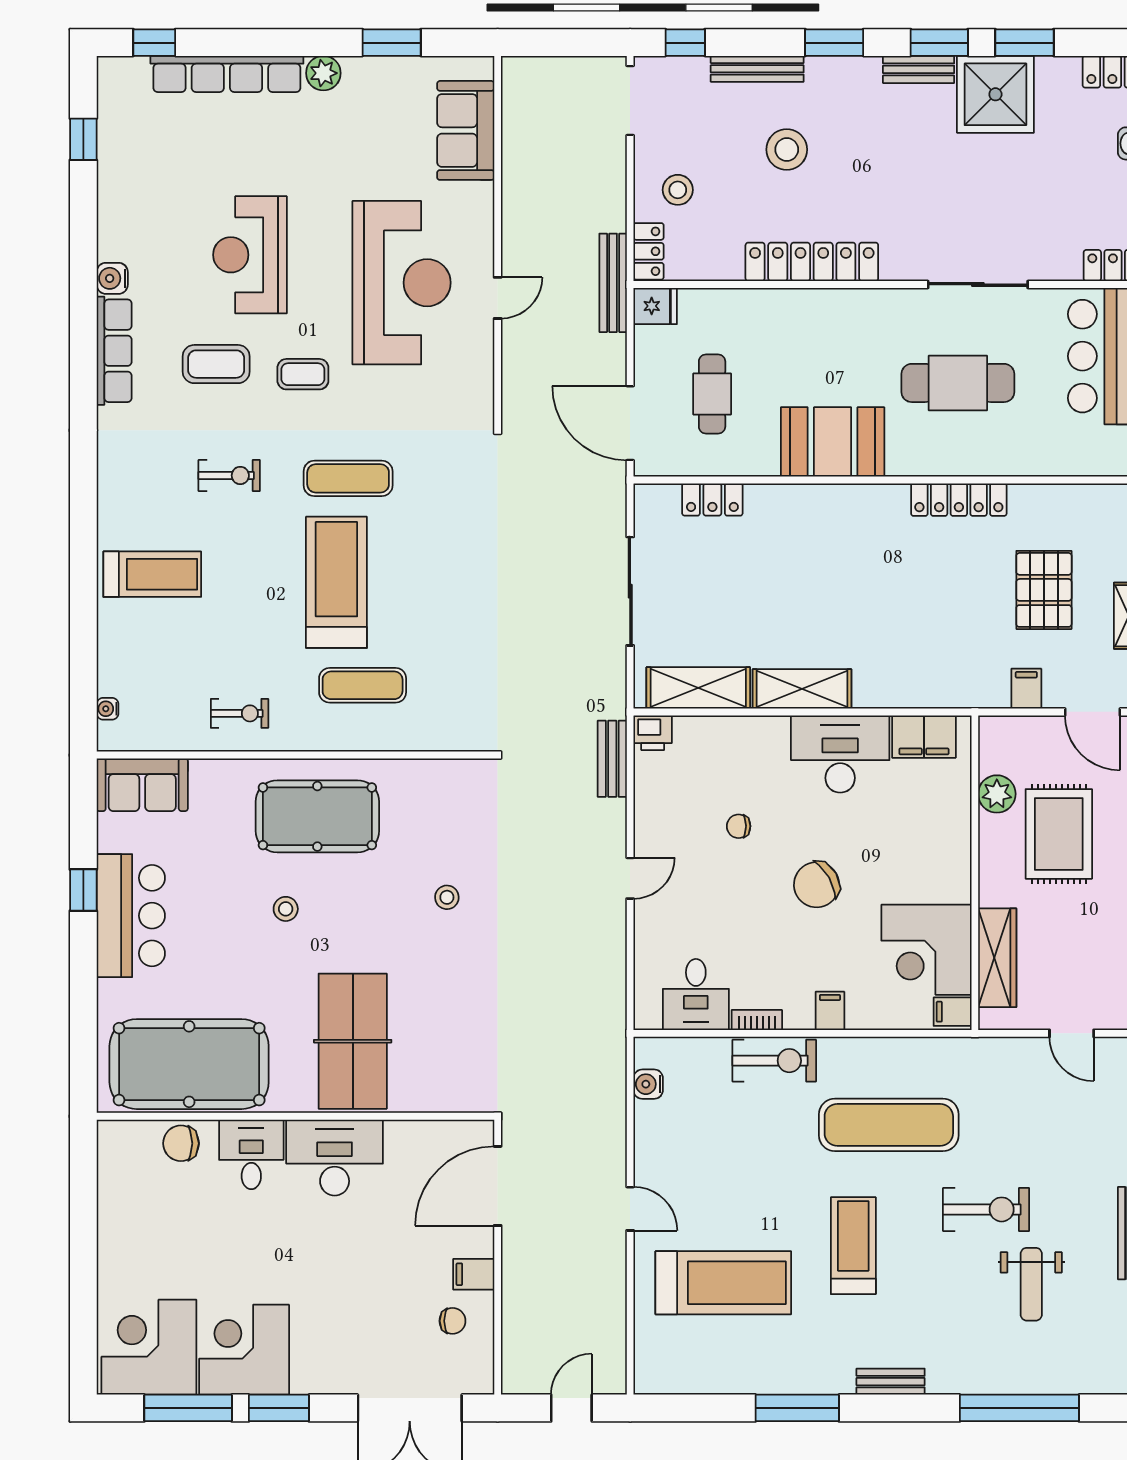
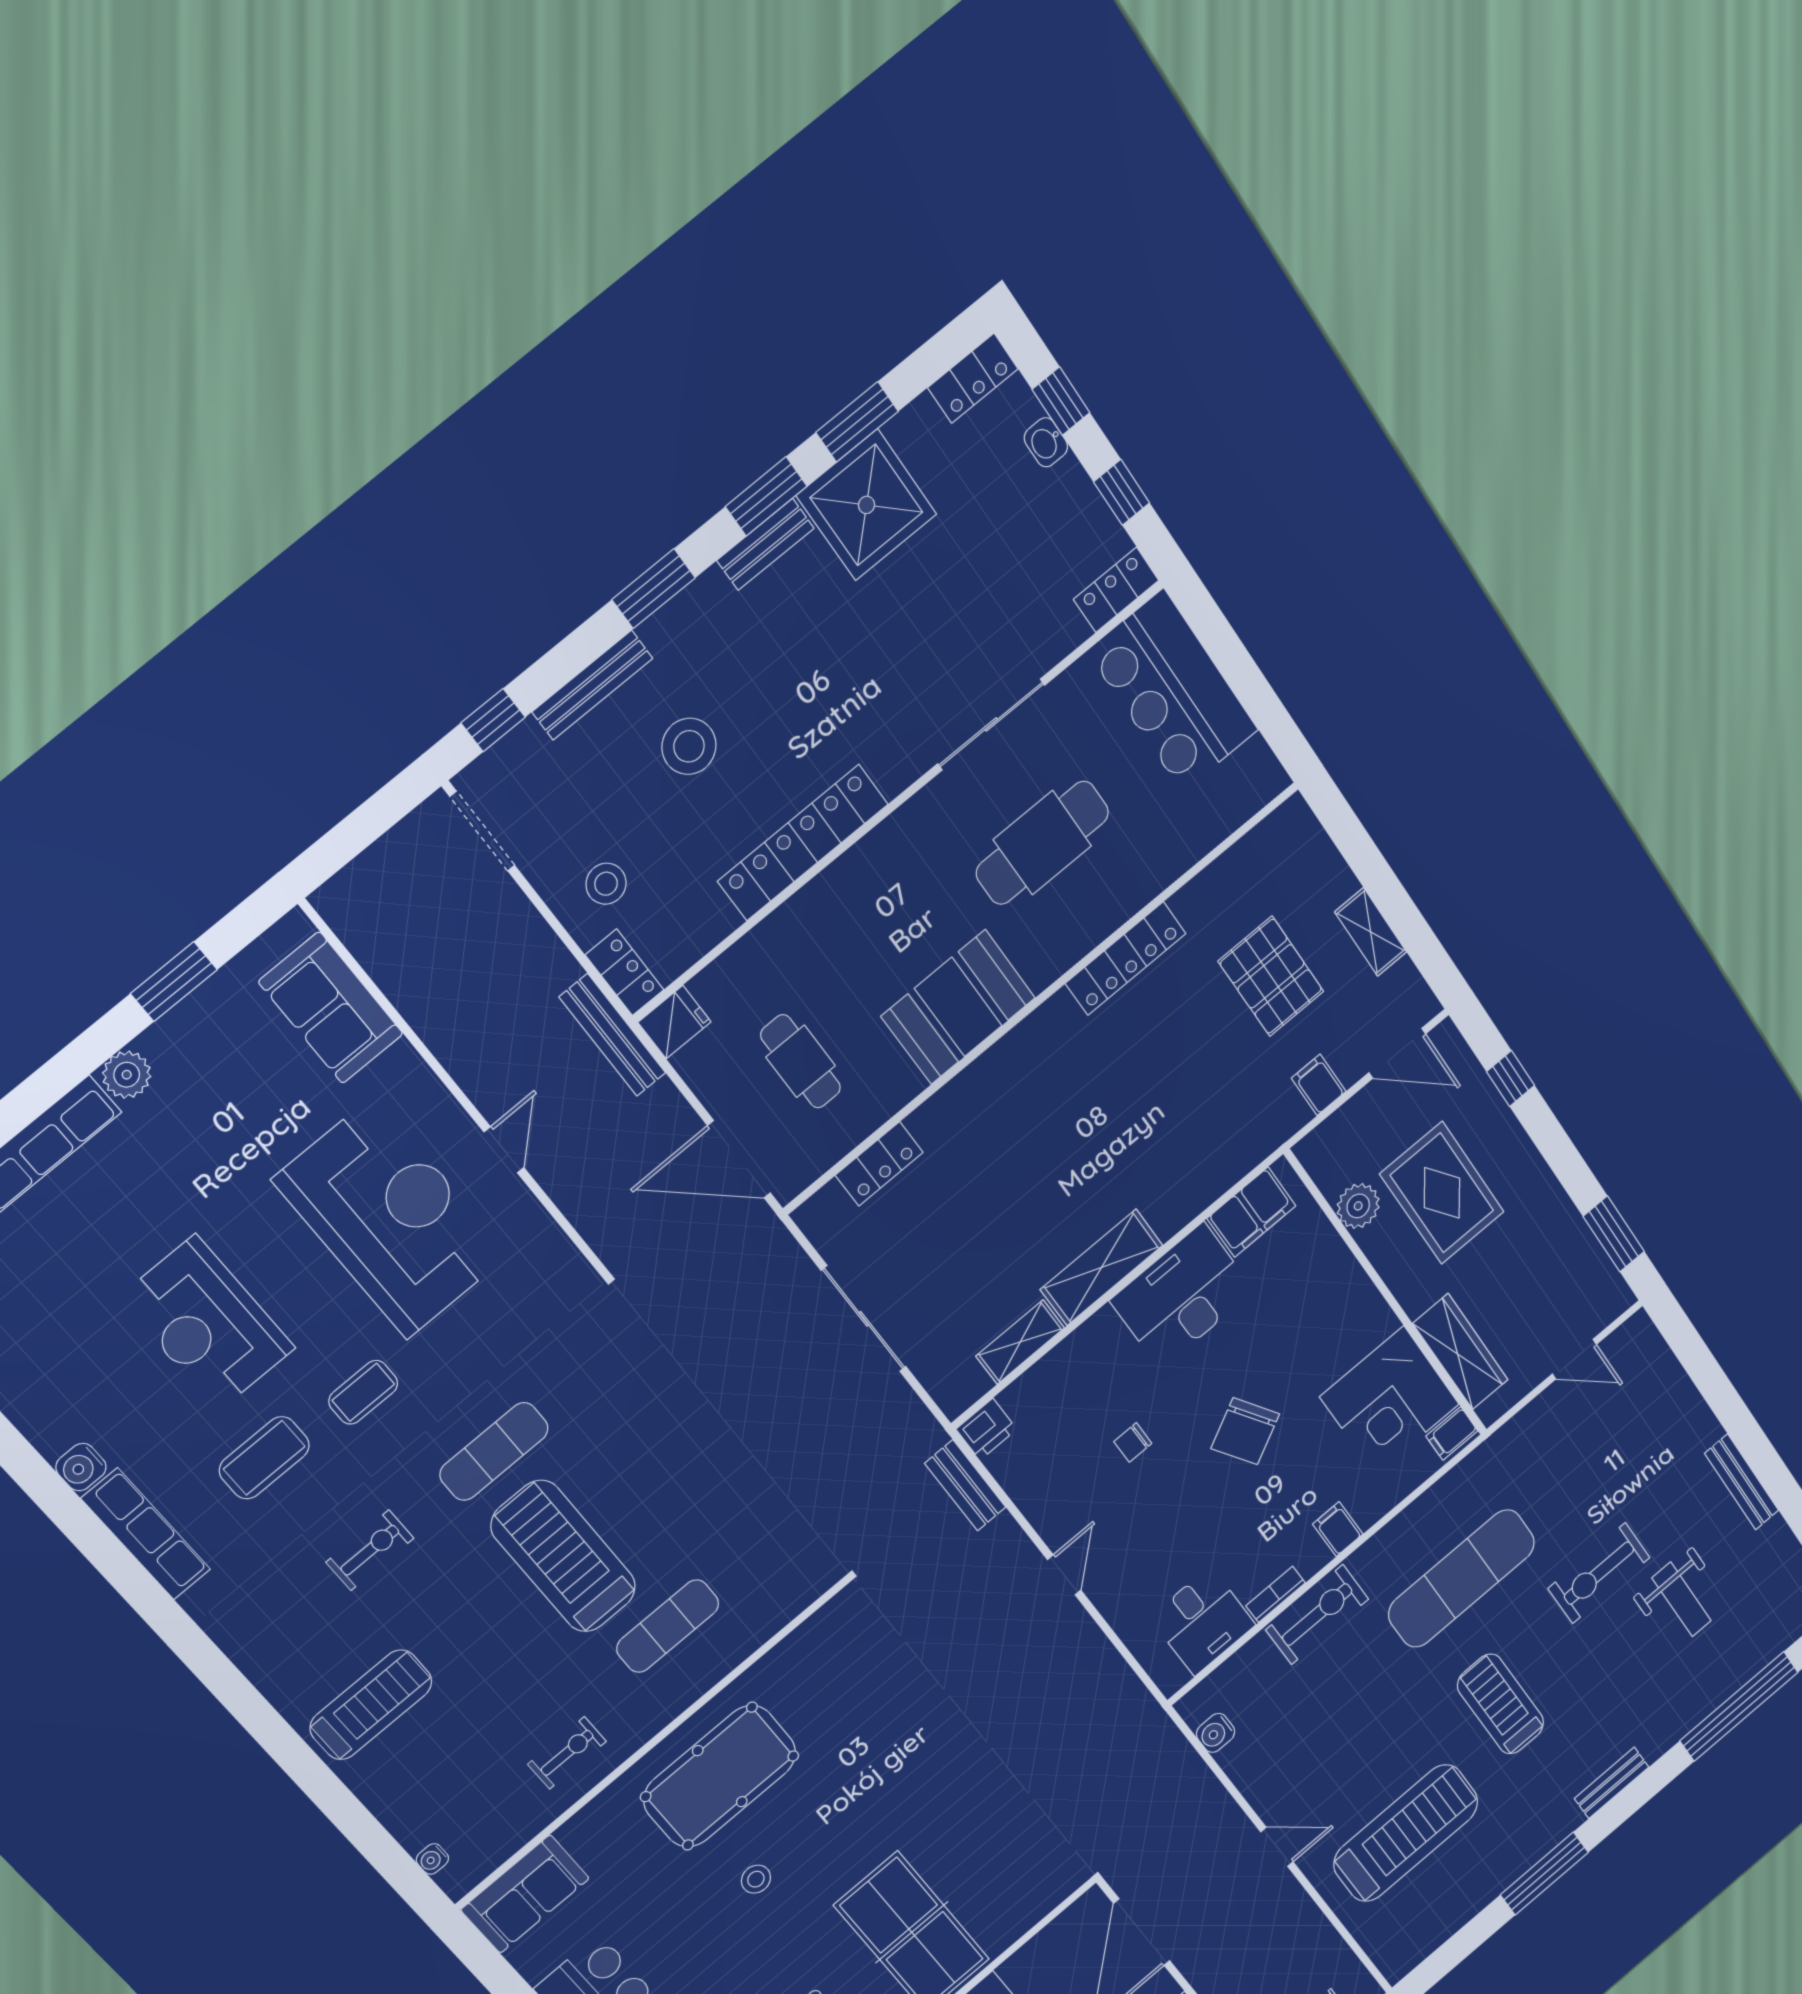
shelving: (698, 688) -> (1020, 1342), width x0.67, depth x0.75
stool: (447, 897) -> (902, 1739), removed
exercise bike: (986, 1209) -> (1599, 1573), turned 180

